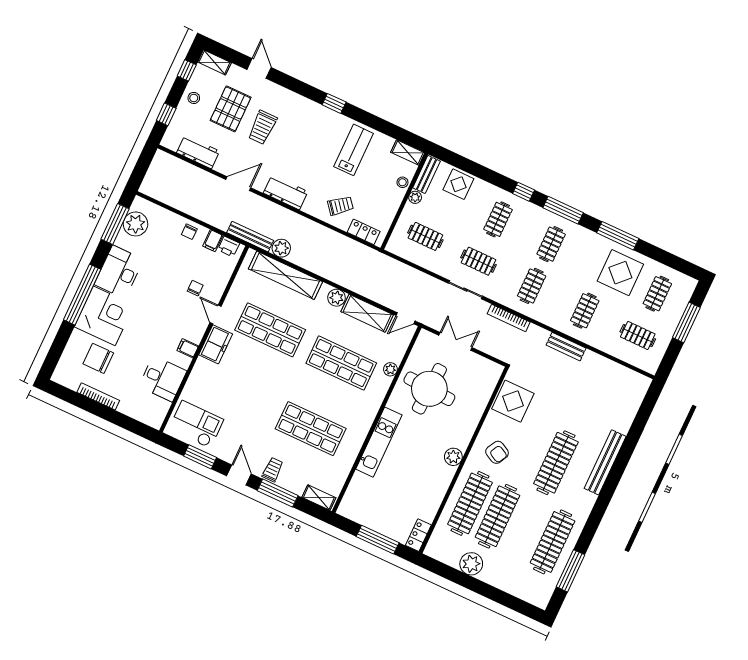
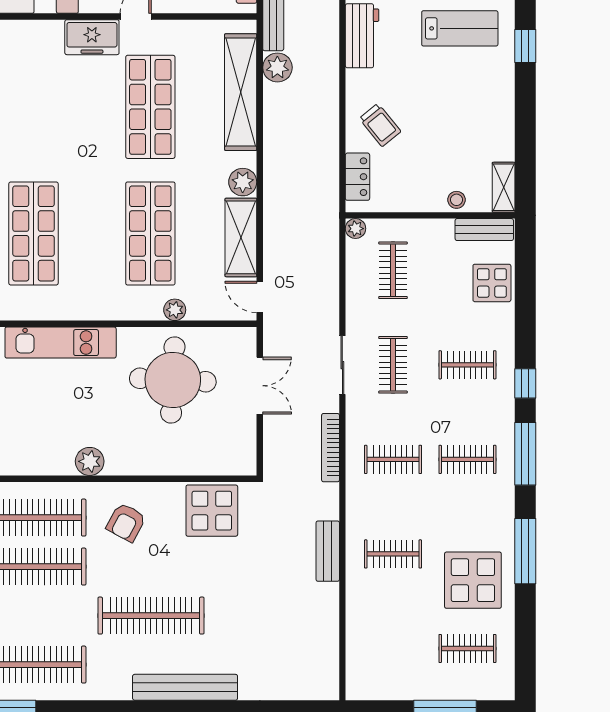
lab bench: (354, 150) -> (460, 28), moved
plant: (415, 197) -> (356, 229), moved
clothes rail: (638, 335) -> (393, 648), removed

